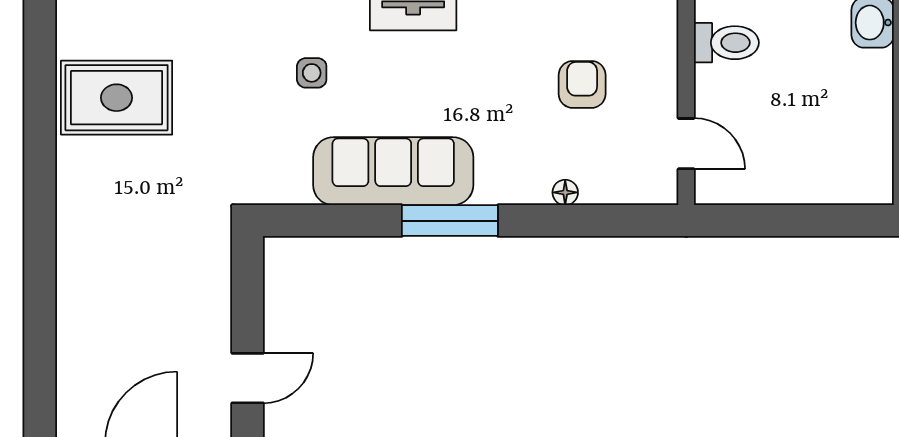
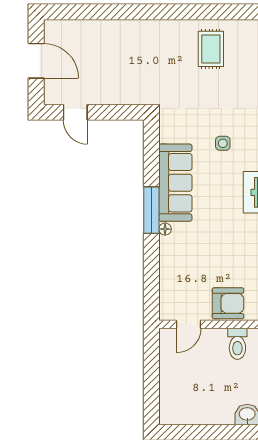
armchair: (582, 84) -> (228, 303), moved, width x1.38, depth x1.38
rug: (117, 98) -> (211, 49), width x0.73, depth x0.70
floor lamp: (565, 192) -> (165, 229), moved

